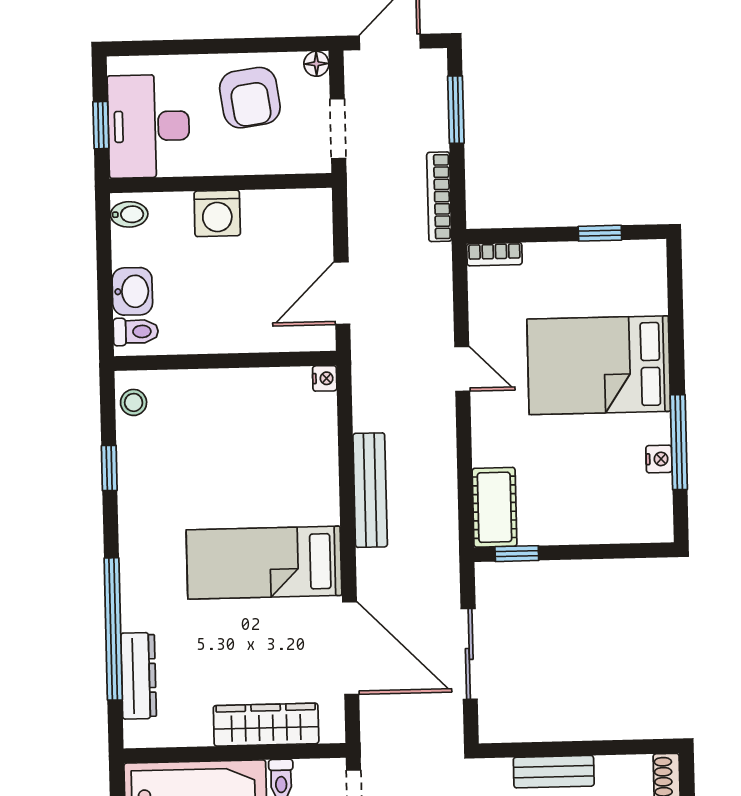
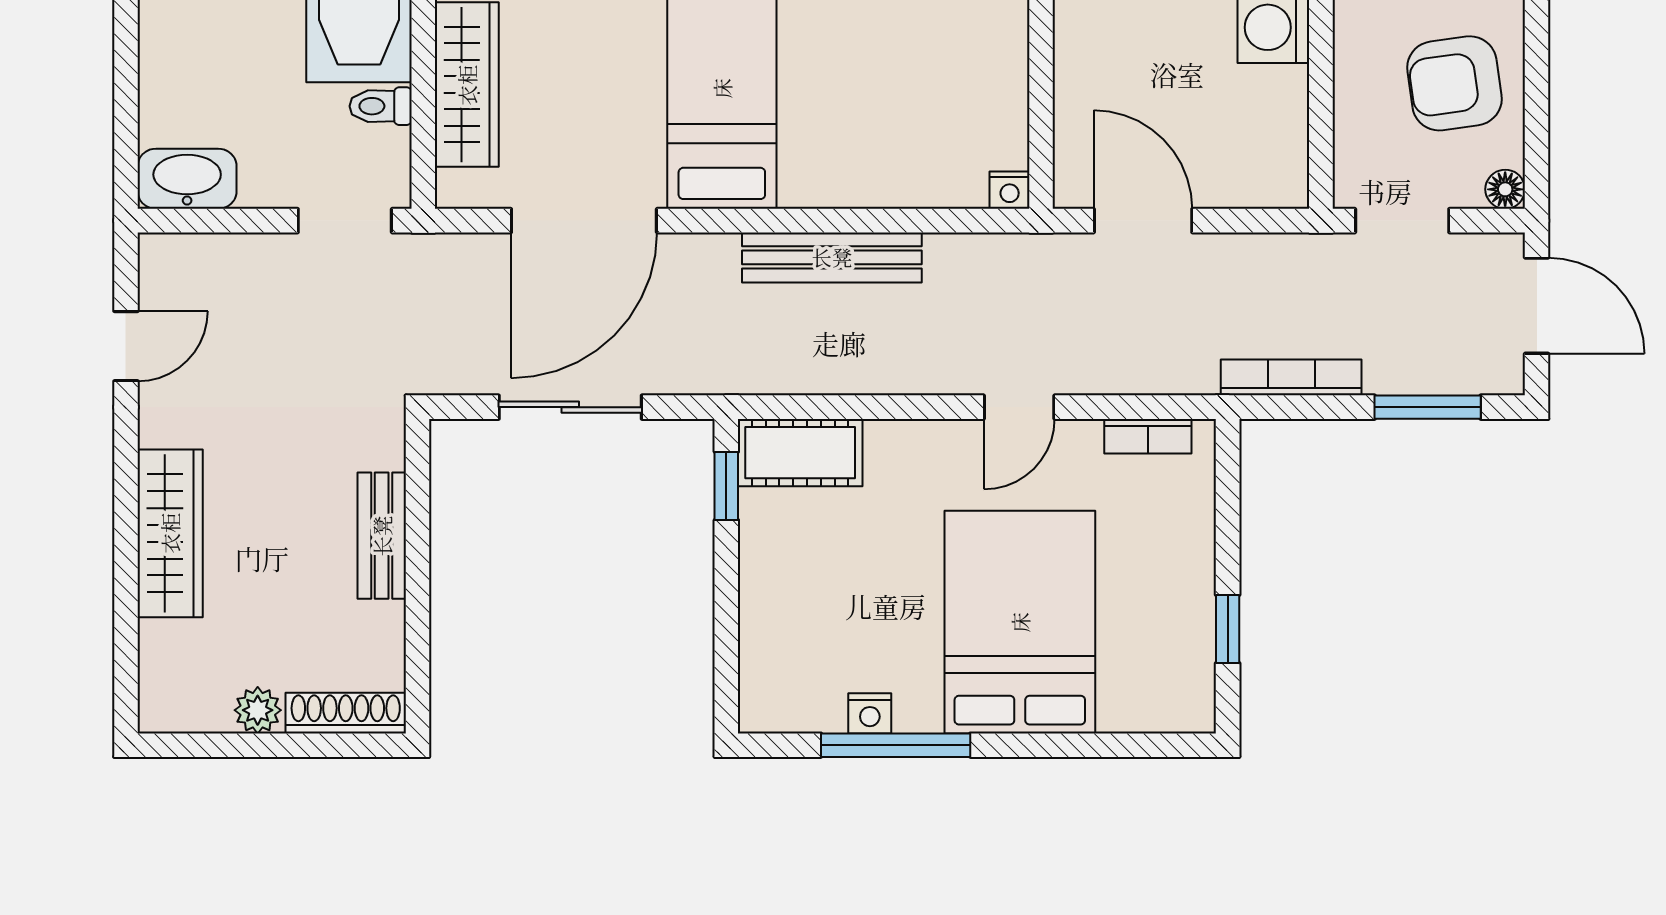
bookcase: (494, 254) -> (1148, 436), moved, turned -90

